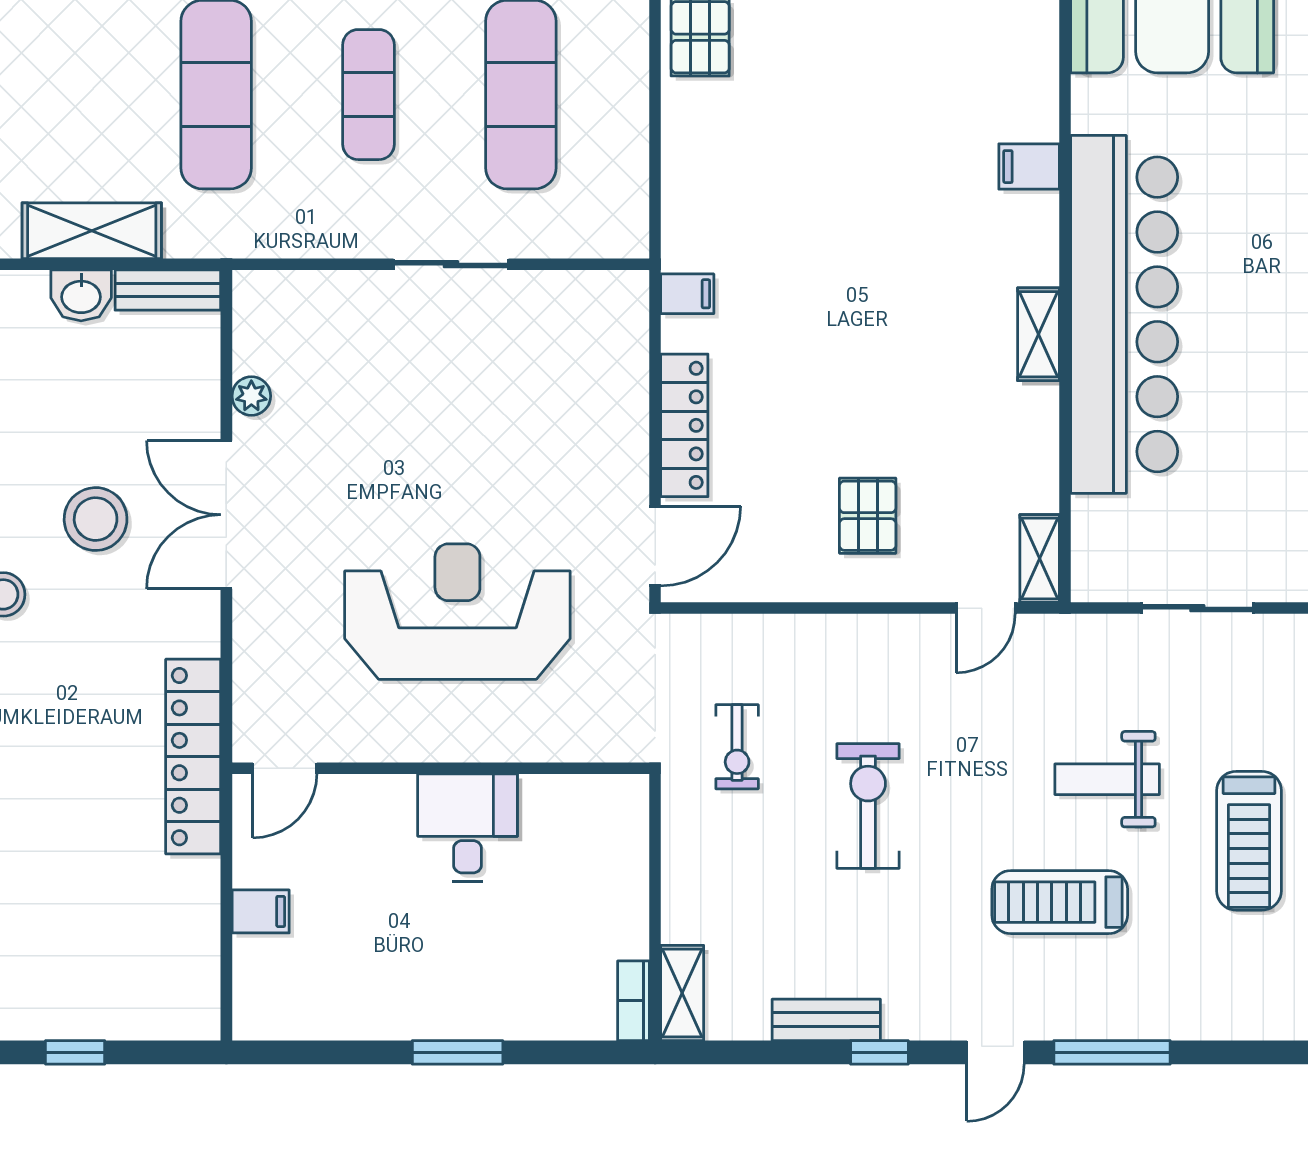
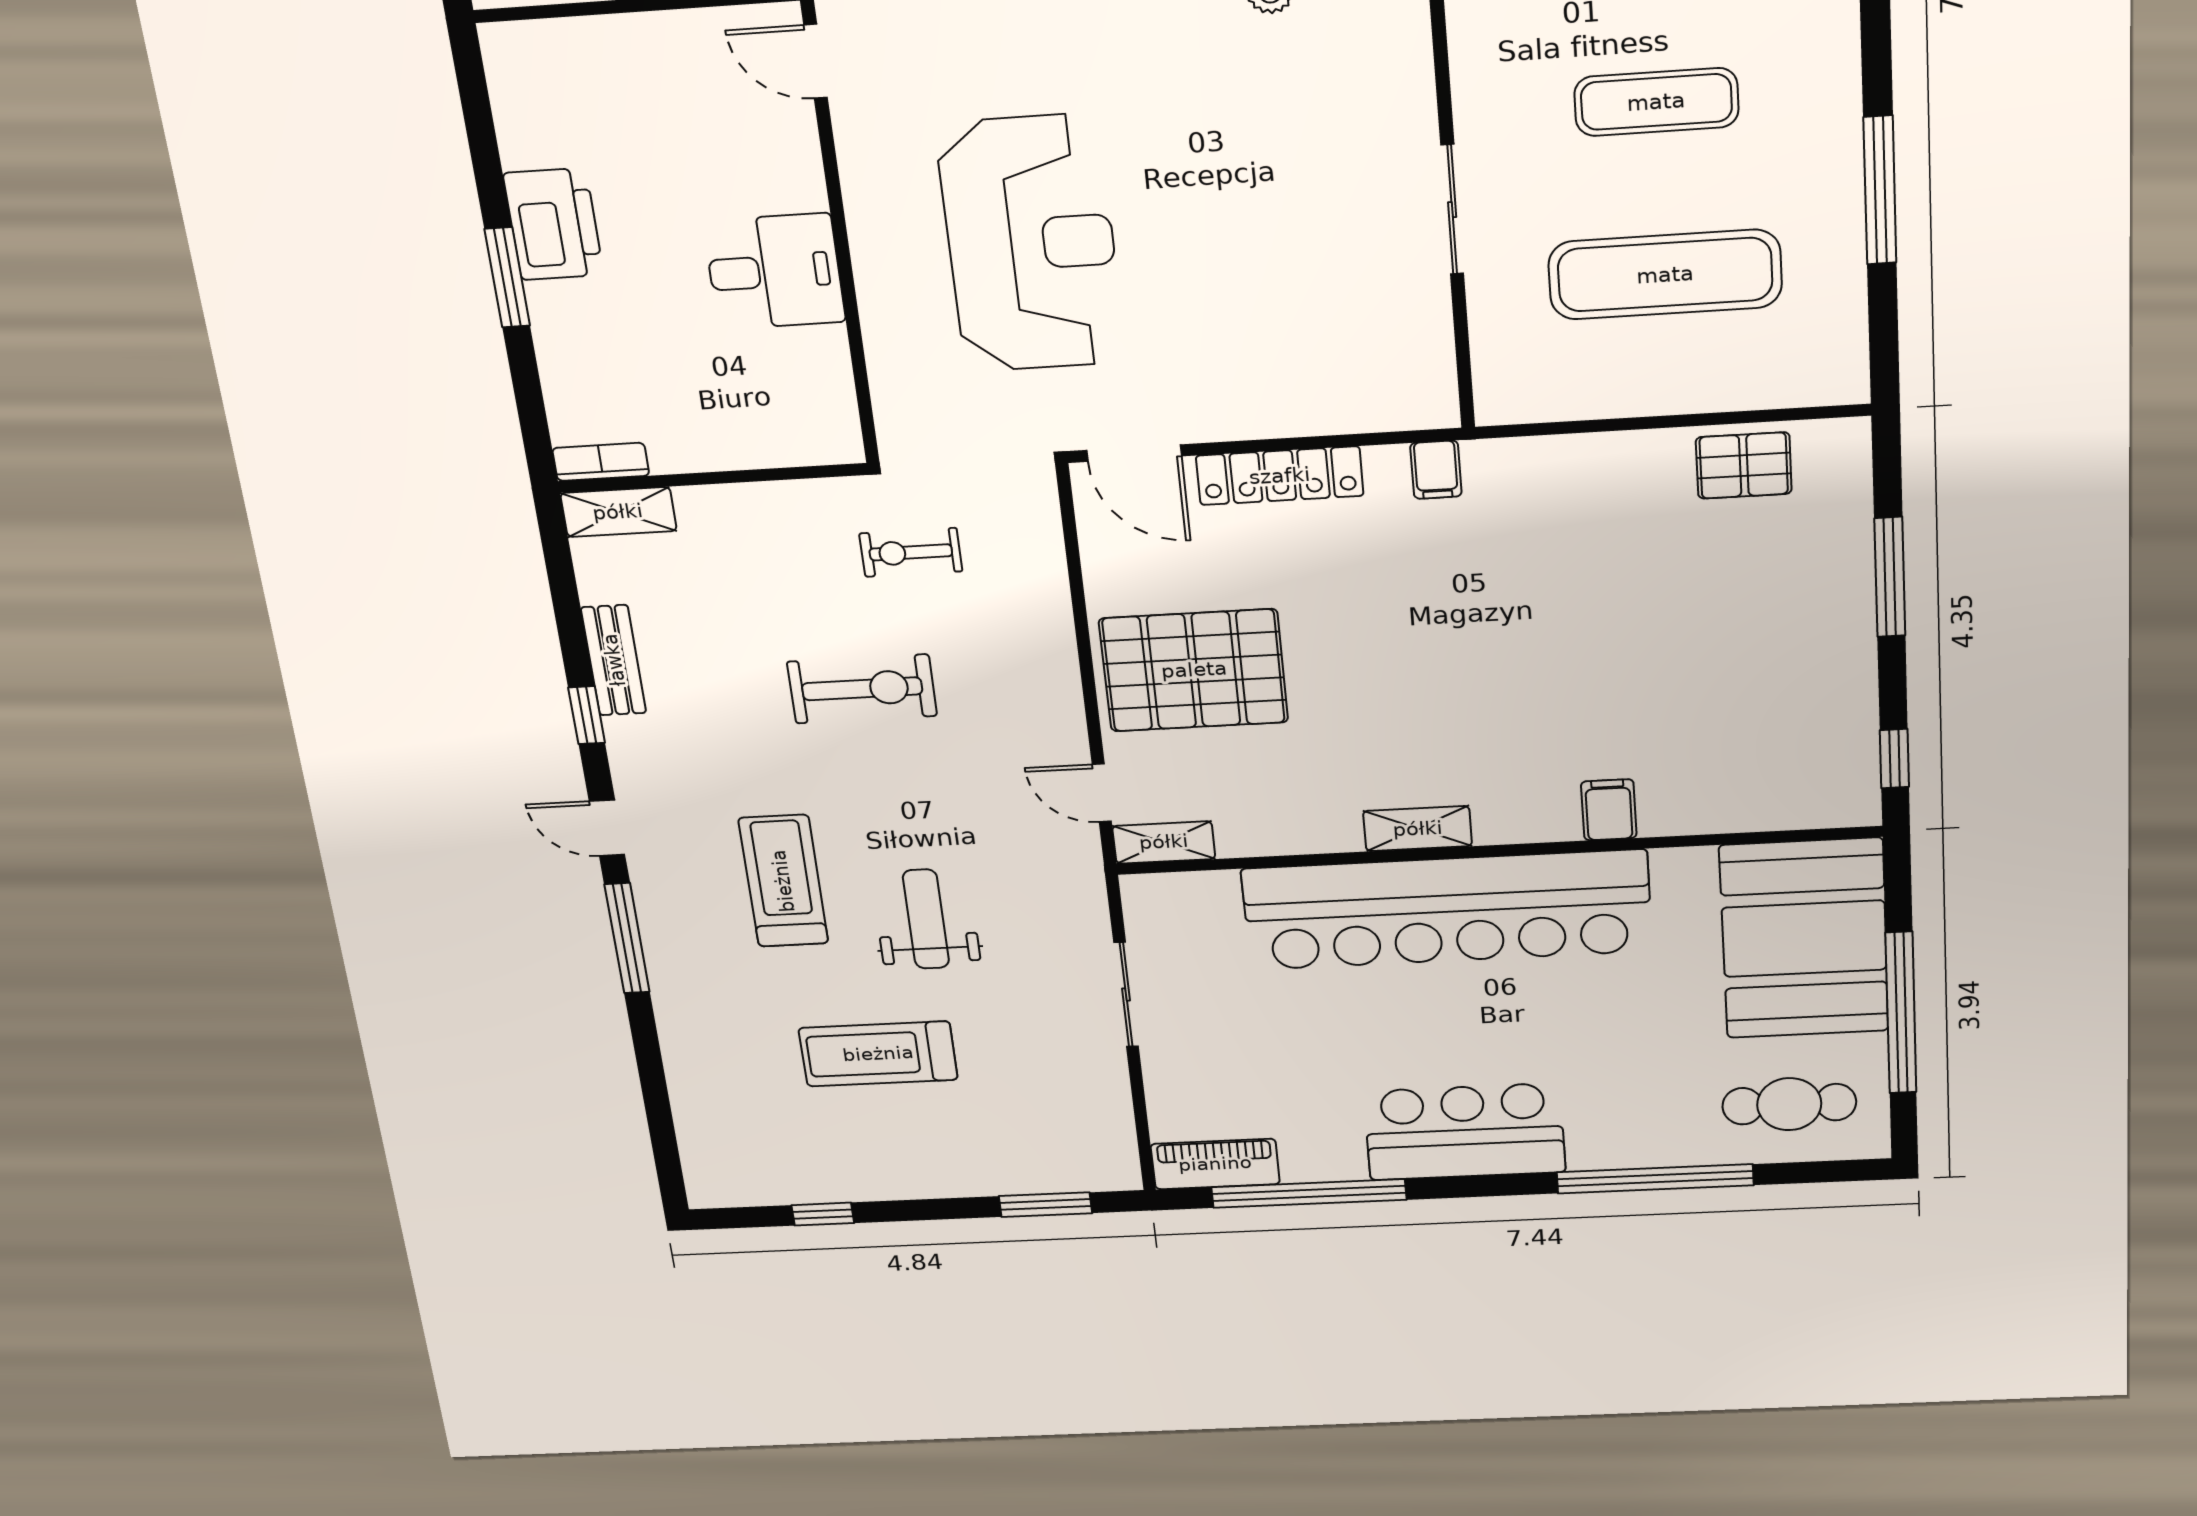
pallet: (868, 516) -> (1194, 670), width x2.05, depth x2.00
filing cabinet: (261, 911) -> (637, 45), removed
printer: (412, 1006) -> (553, 224), added

